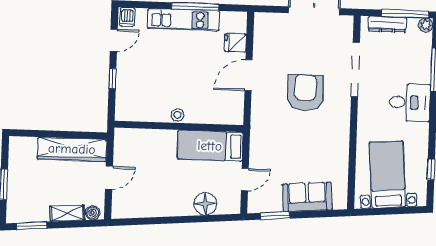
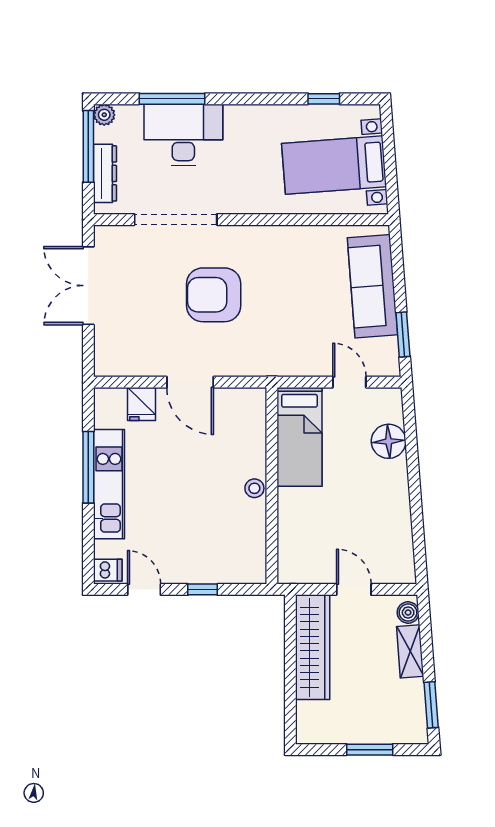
desk: (410, 103) -> (183, 135), moved, width x1.37
sofa: (307, 197) -> (373, 286), width x1.36

